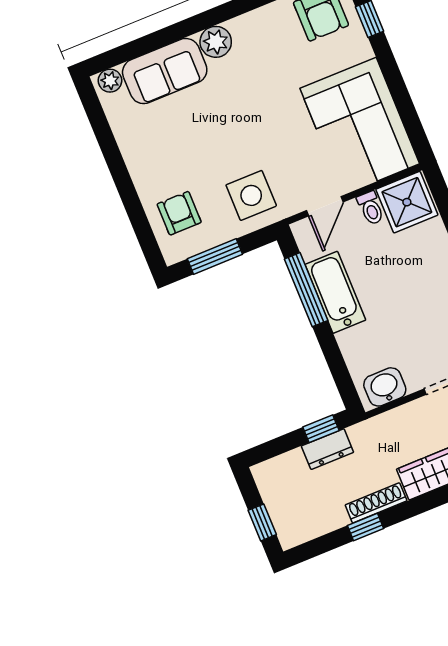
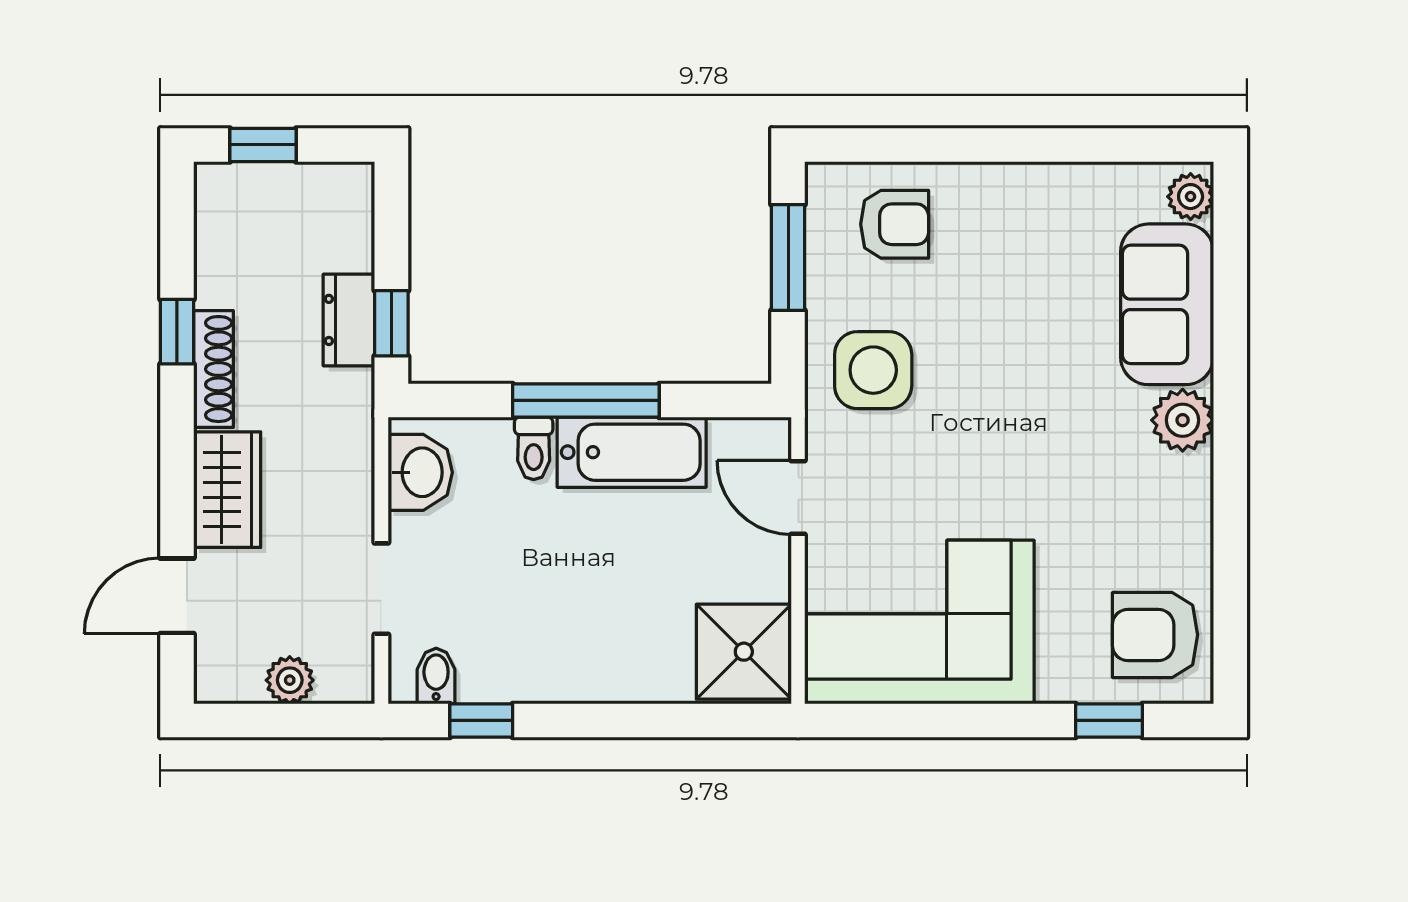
toilet: (371, 208) -> (534, 448), moved, turned -90
window: (306, 290) -> (586, 400), moved

